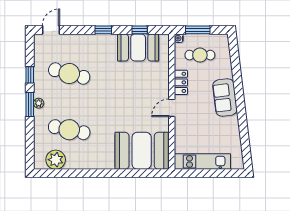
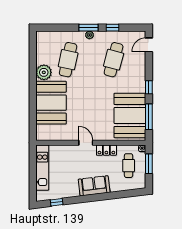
door: (51, 30) -> (149, 45), swing flipped
window: (140, 30) -> (149, 117), width x2.17
booth: (138, 48) -> (130, 115), width x1.36, depth x1.42
window: (245, 144) -> (57, 202), added
booth: (142, 151) -> (51, 103), moved
plant: (56, 160) -> (44, 72), moved

